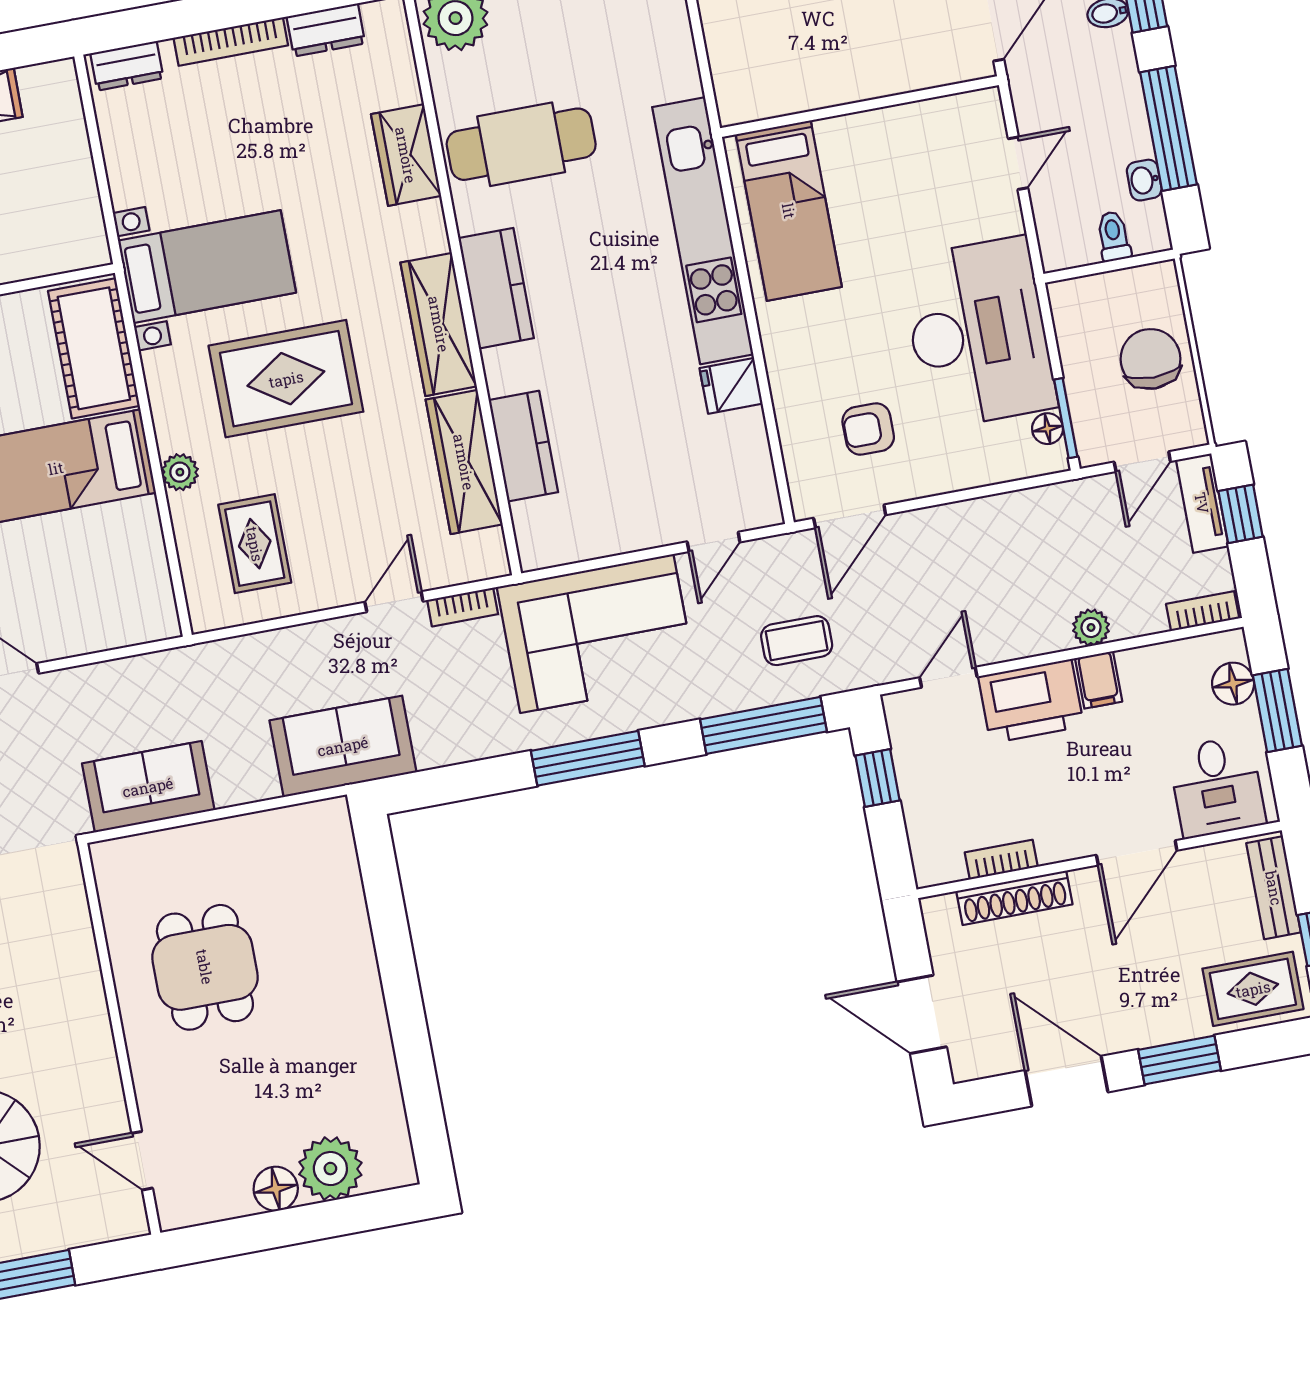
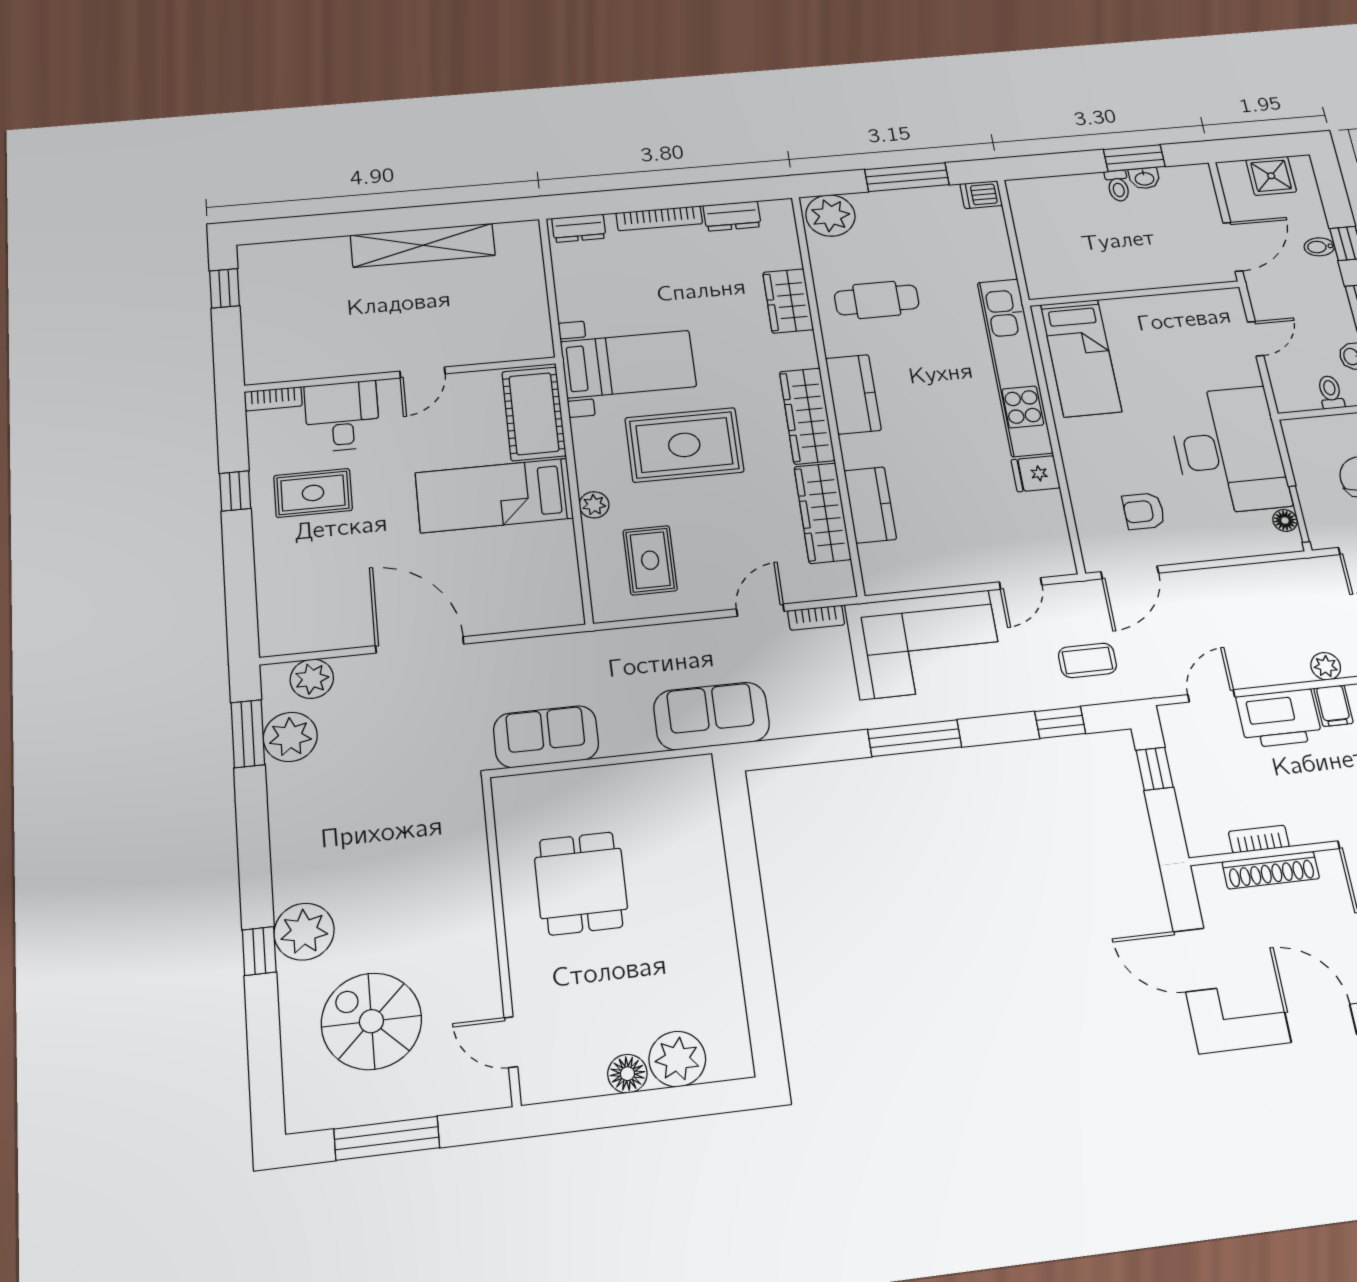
cafe table: (521, 144) -> (877, 300), width x0.73, depth x0.74
window: (763, 725) -> (1060, 722), width x0.46

